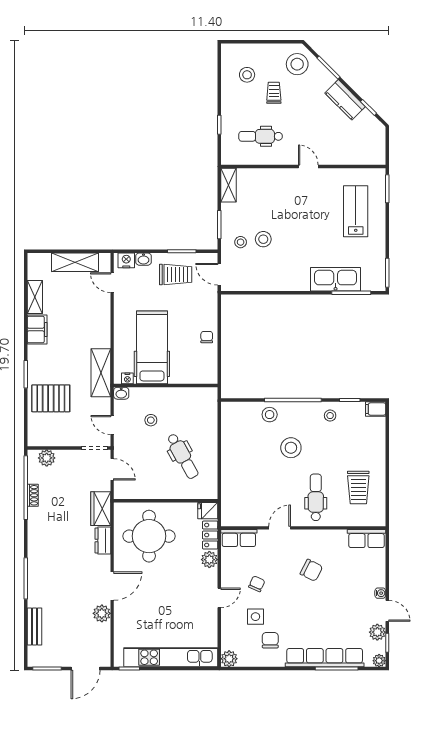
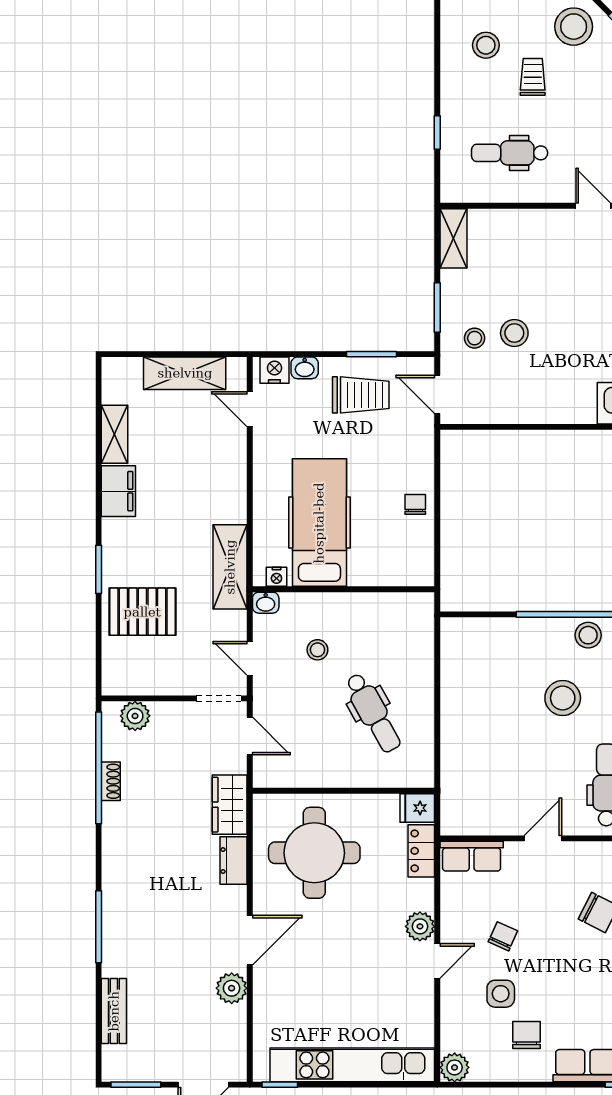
stool: (270, 415) -> (588, 635), moved
plant: (209, 560) -> (420, 926), moved

